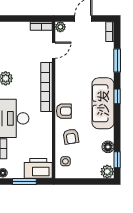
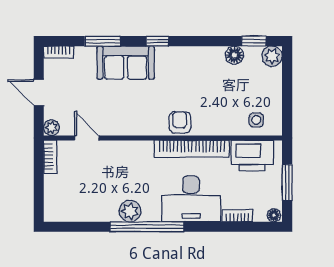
bookcase: (46, 87) -> (192, 149), moved
sofa: (103, 103) -> (126, 63), moved, width x0.73
armchair: (71, 137) -> (219, 112), removed
printer: (38, 168) -> (252, 155), moved, turned -90

